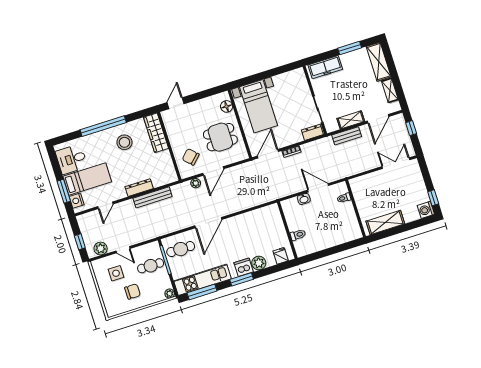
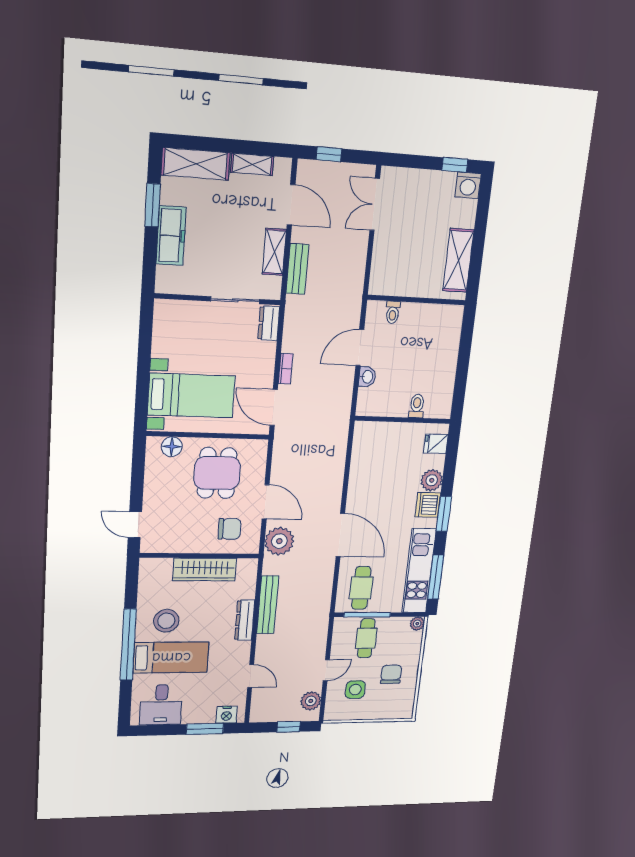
freezer: (325, 67) -> (171, 236), moved
wardrobe: (156, 133) -> (205, 569), moved
chair: (191, 157) -> (229, 529), turned -135
bed: (87, 179) -> (171, 658), moved, turned 90
plant: (196, 183) -> (279, 541), width x1.88, depth x1.88

